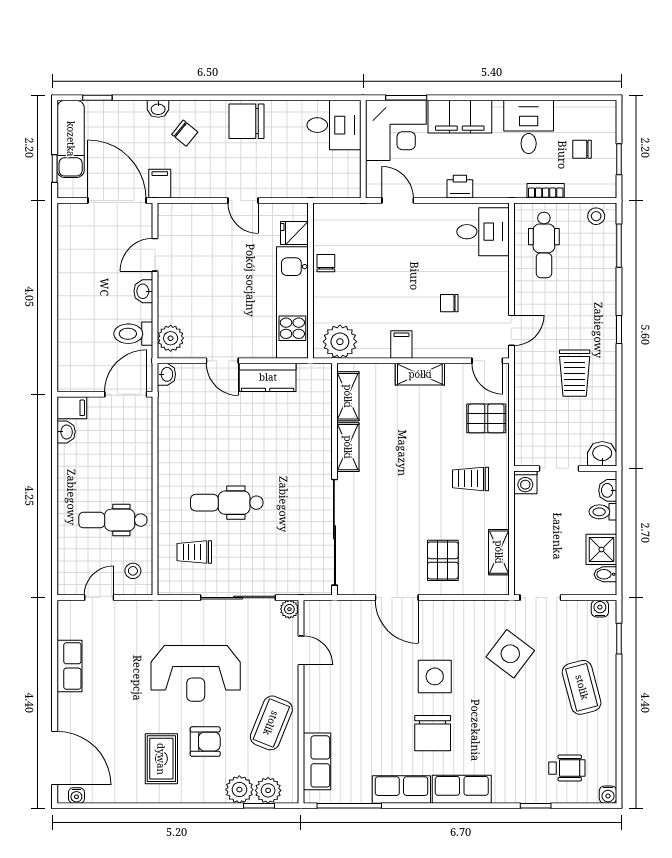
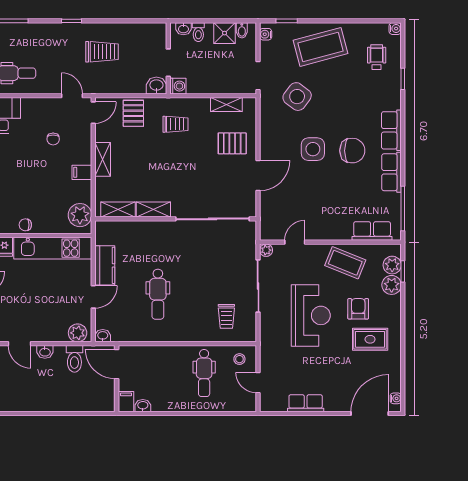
washbasin: (602, 454) -> (156, 86), moved, turned 90
trolley: (470, 479) -> (175, 124), turned -90
dental chair: (227, 503) -> (158, 294), moved
coffee table: (582, 687) -> (320, 47), width x1.36, depth x1.32

